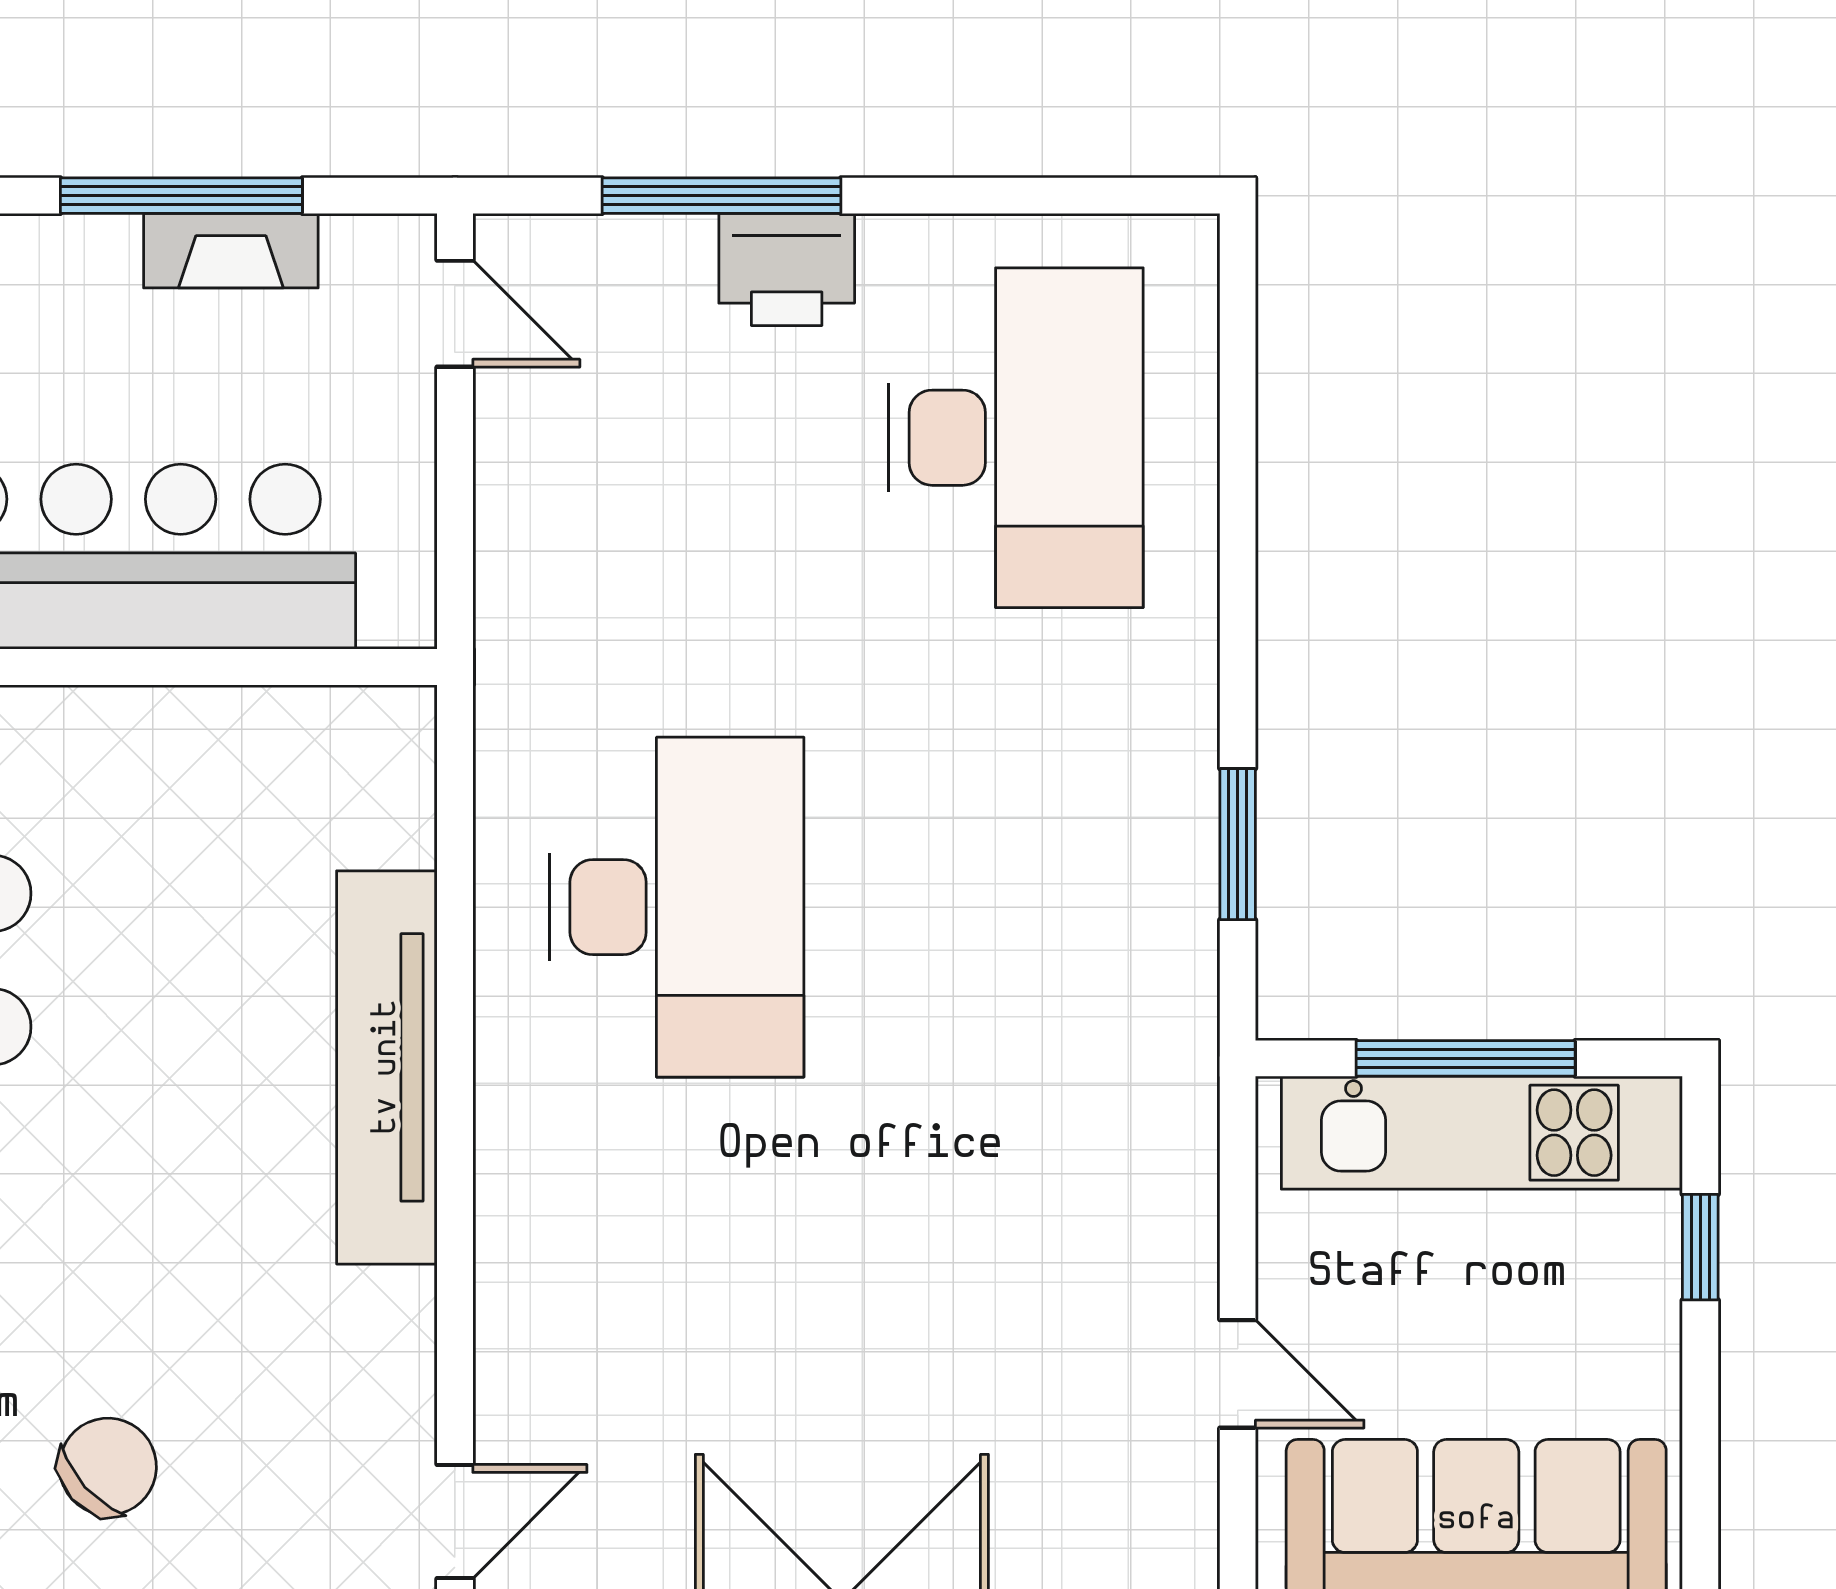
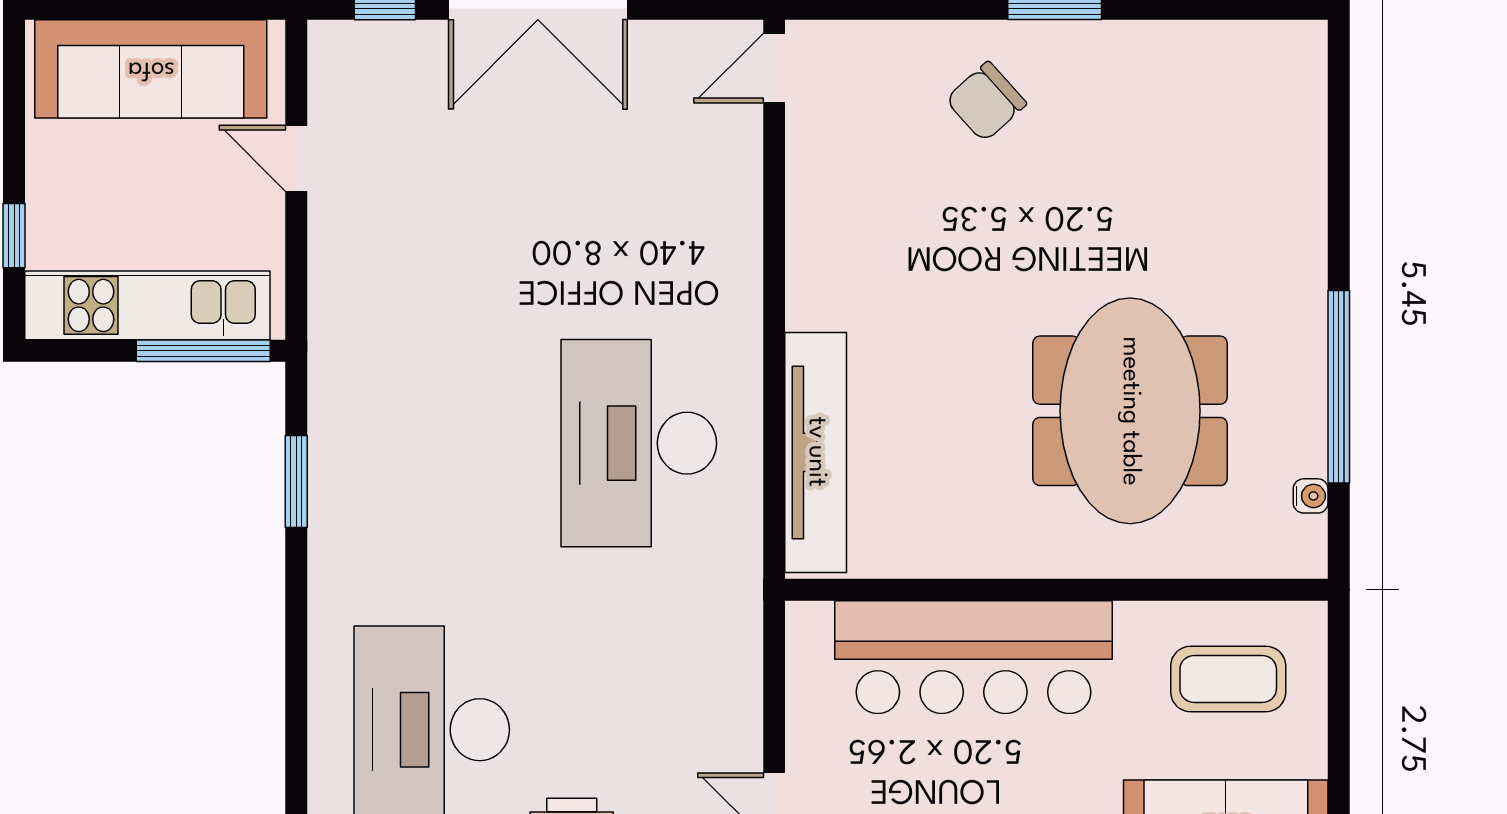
window: (1466, 1058) -> (203, 351), moved
tv unit: (387, 1067) -> (816, 452), moved

